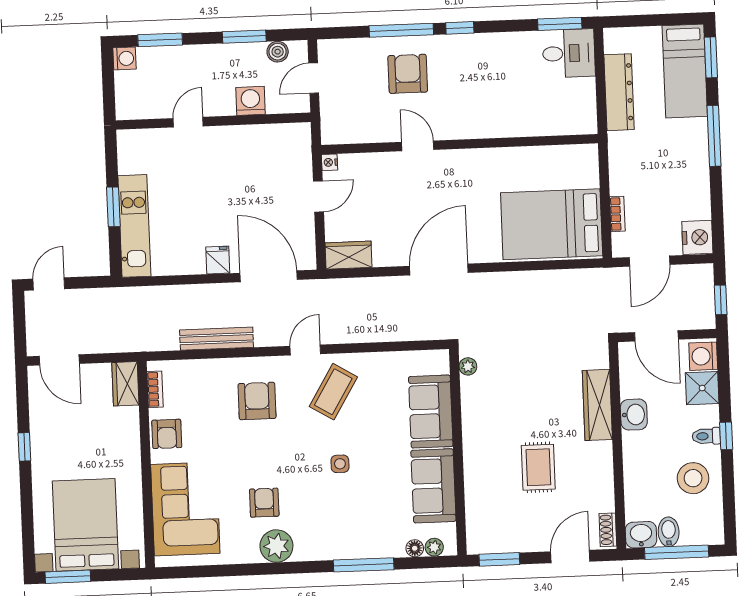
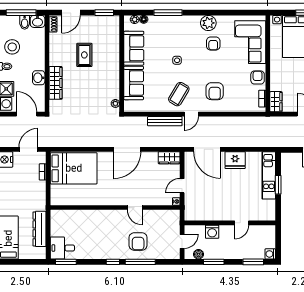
fridge: (218, 260) -> (235, 160), width x1.88, depth x1.34
bench: (217, 339) -> (165, 121), moved

